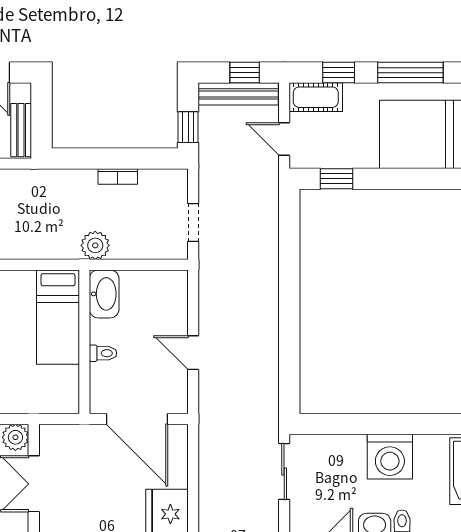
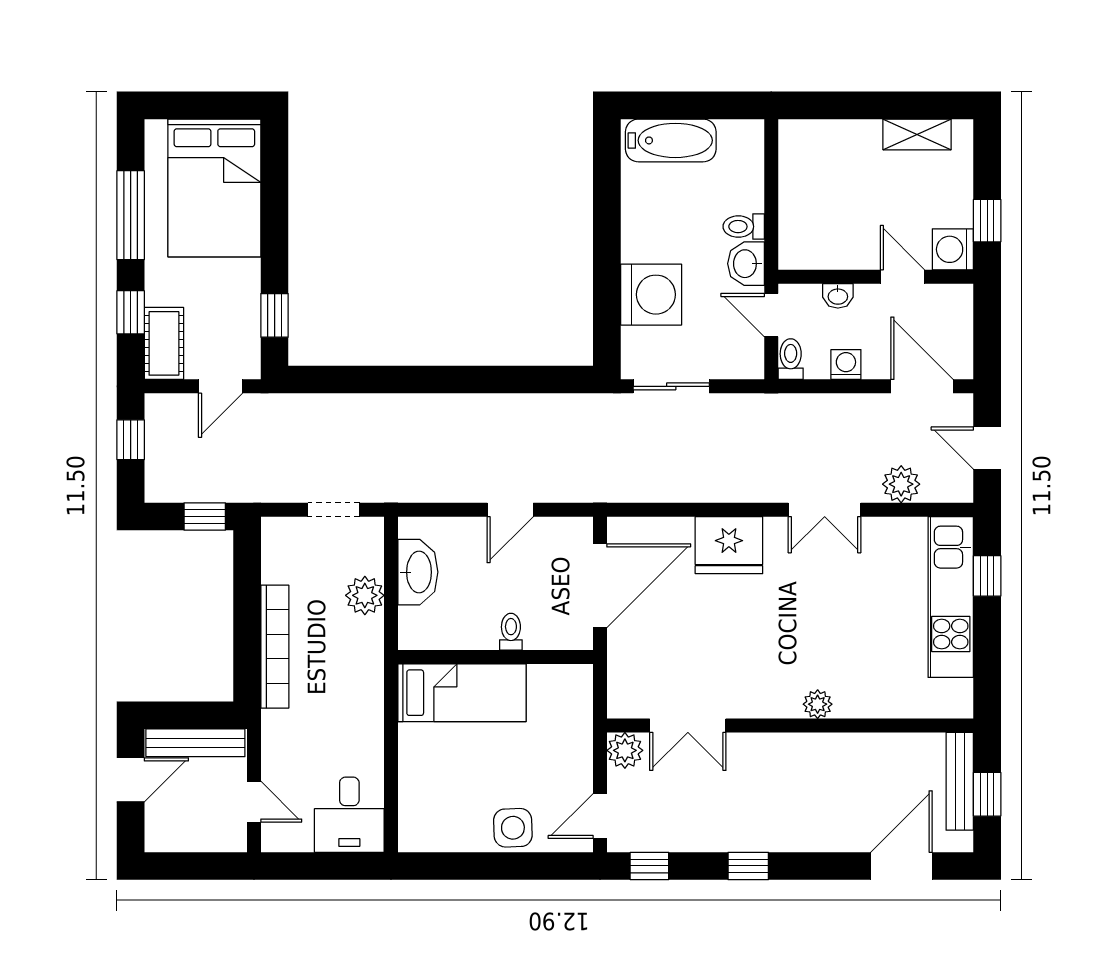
bench: (238, 94) -> (160, 449), removed
bench: (21, 130) -> (195, 743), width x1.36
bookcase: (118, 177) -> (275, 647), width x2.31, depth x1.31
plant: (95, 245) -> (365, 595), moved
washbasin: (104, 294) -> (418, 572), moved, turned 90
washing machine: (390, 457) -> (651, 295), moved

